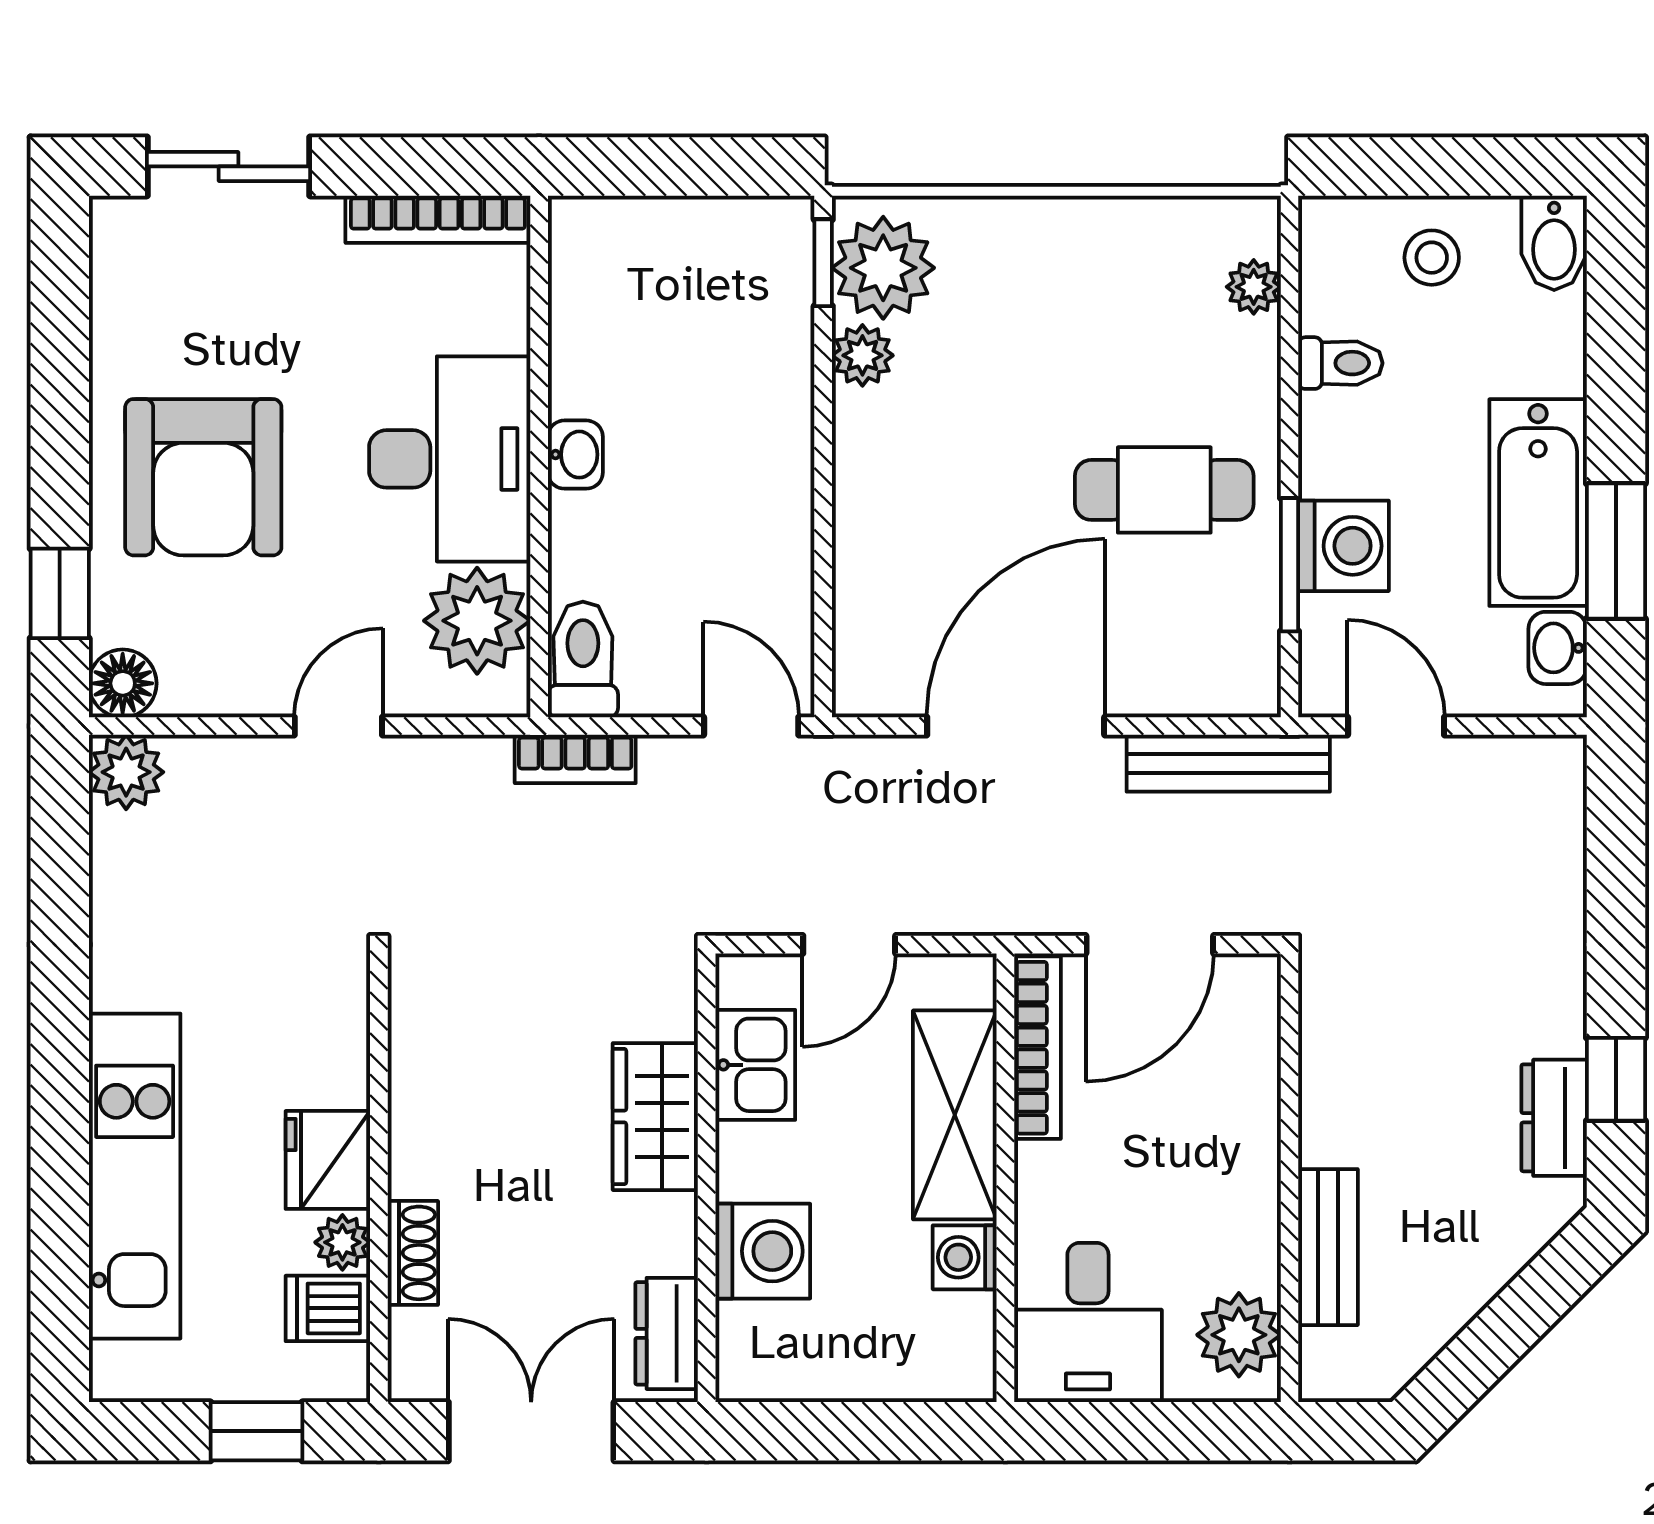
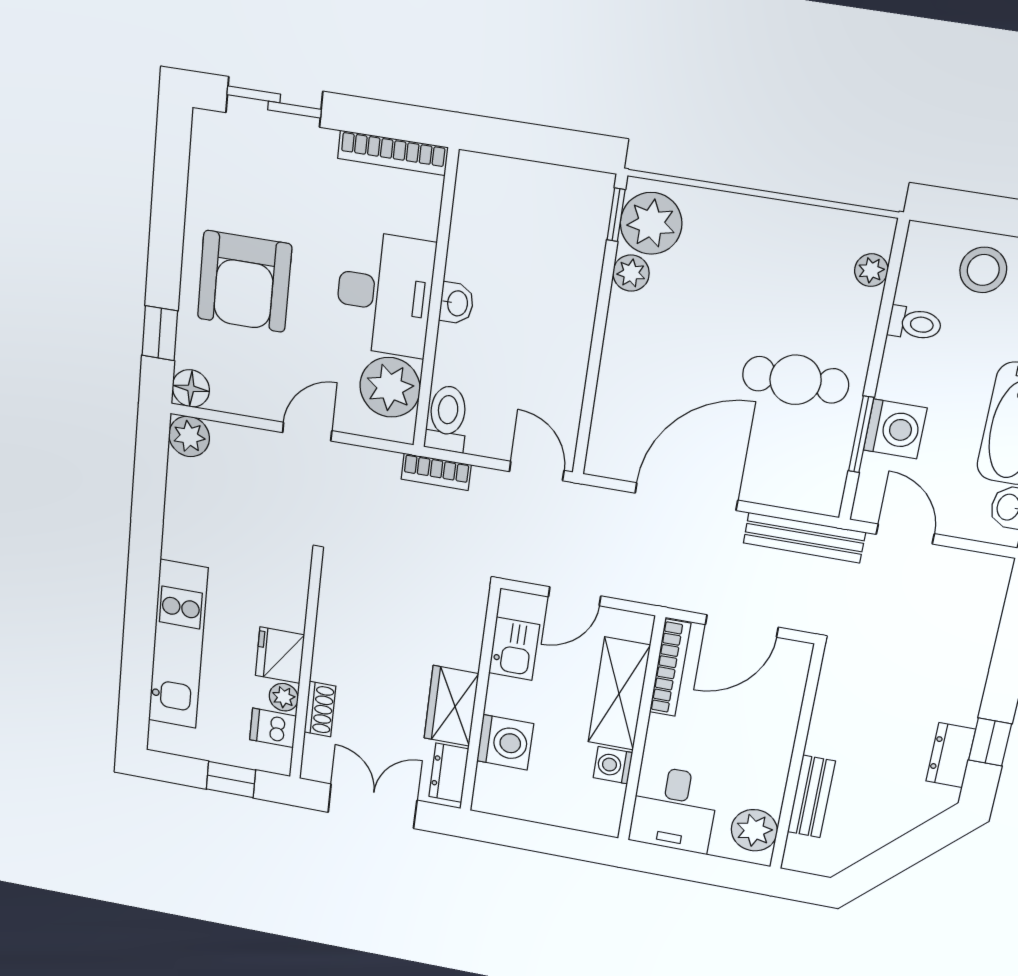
stool: (1432, 258) -> (983, 270), width x1.37, depth x1.37
wardrobe: (655, 1117) -> (451, 706), moved

